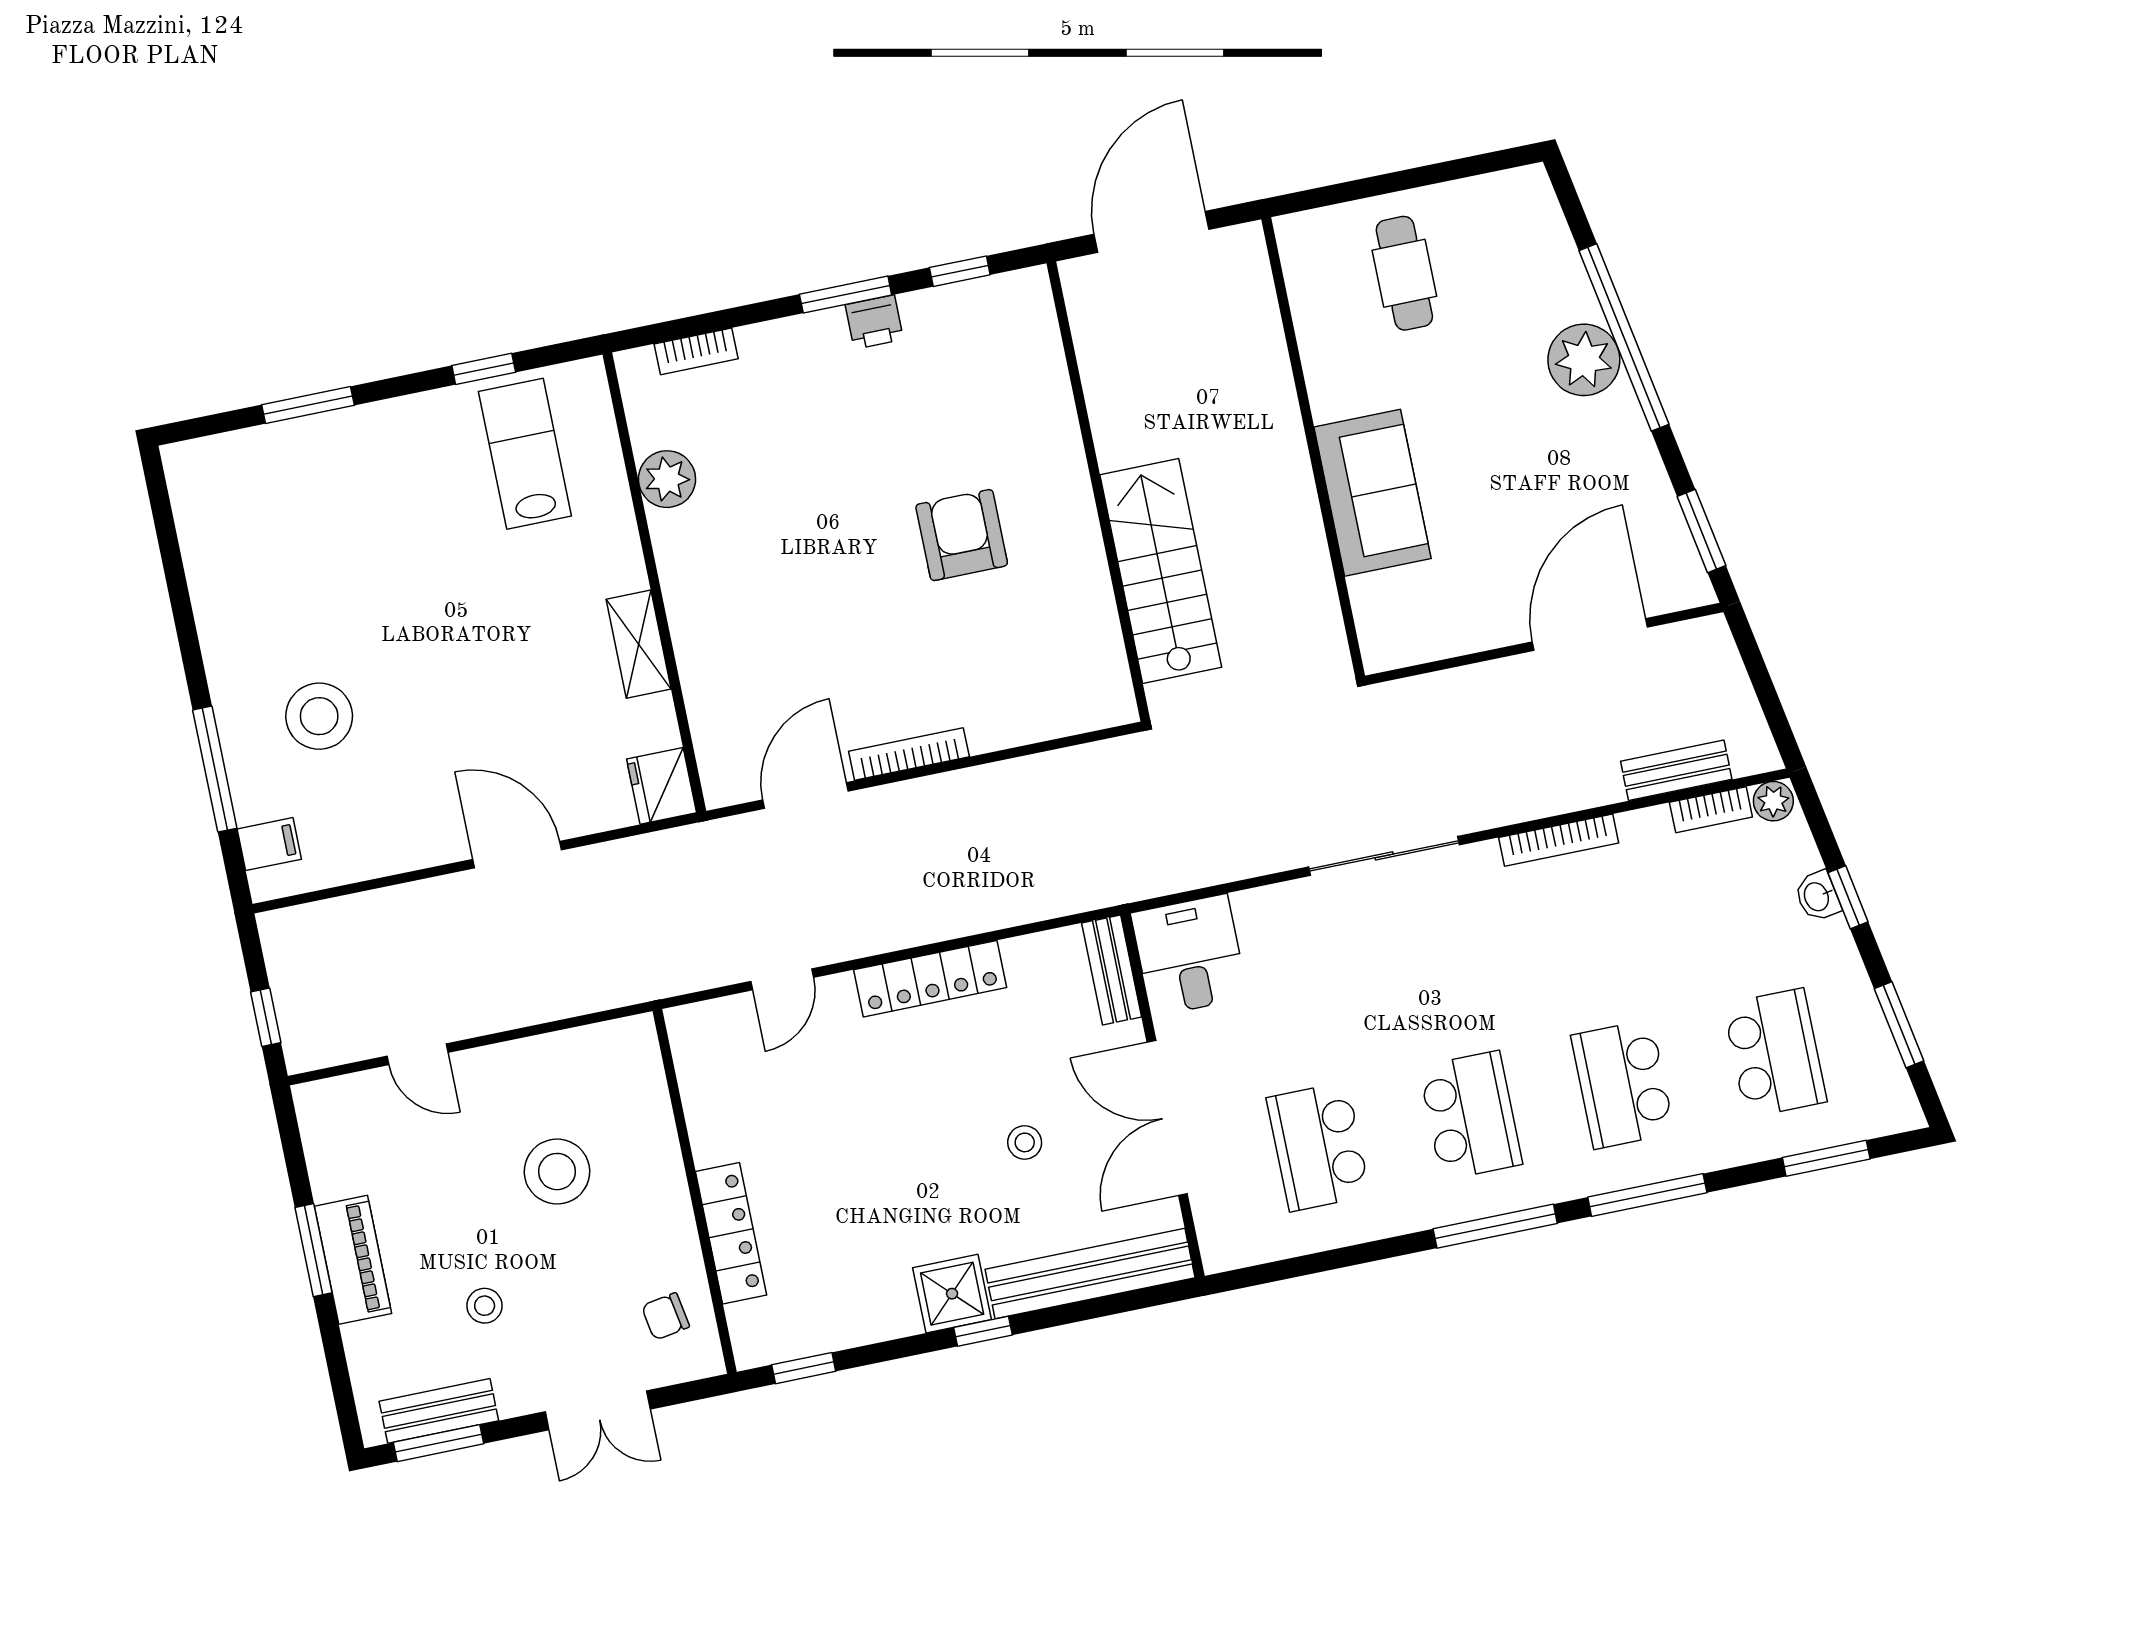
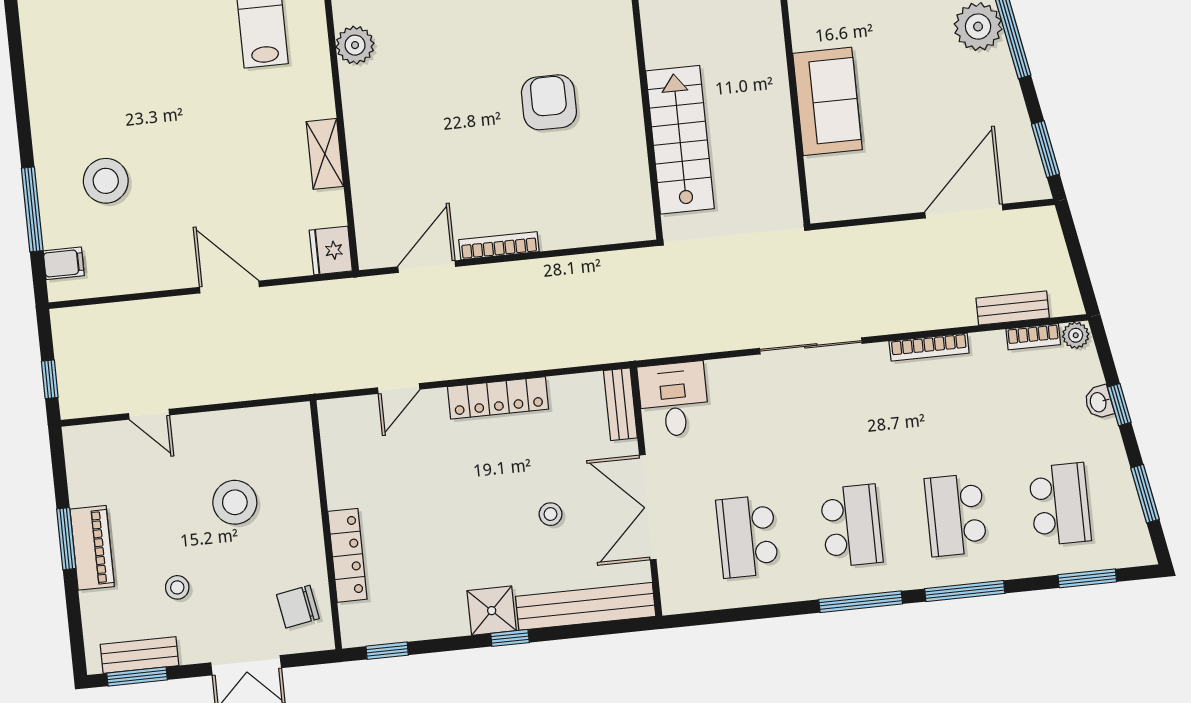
chair: (666, 1316) -> (298, 607), width x1.37, depth x1.37

